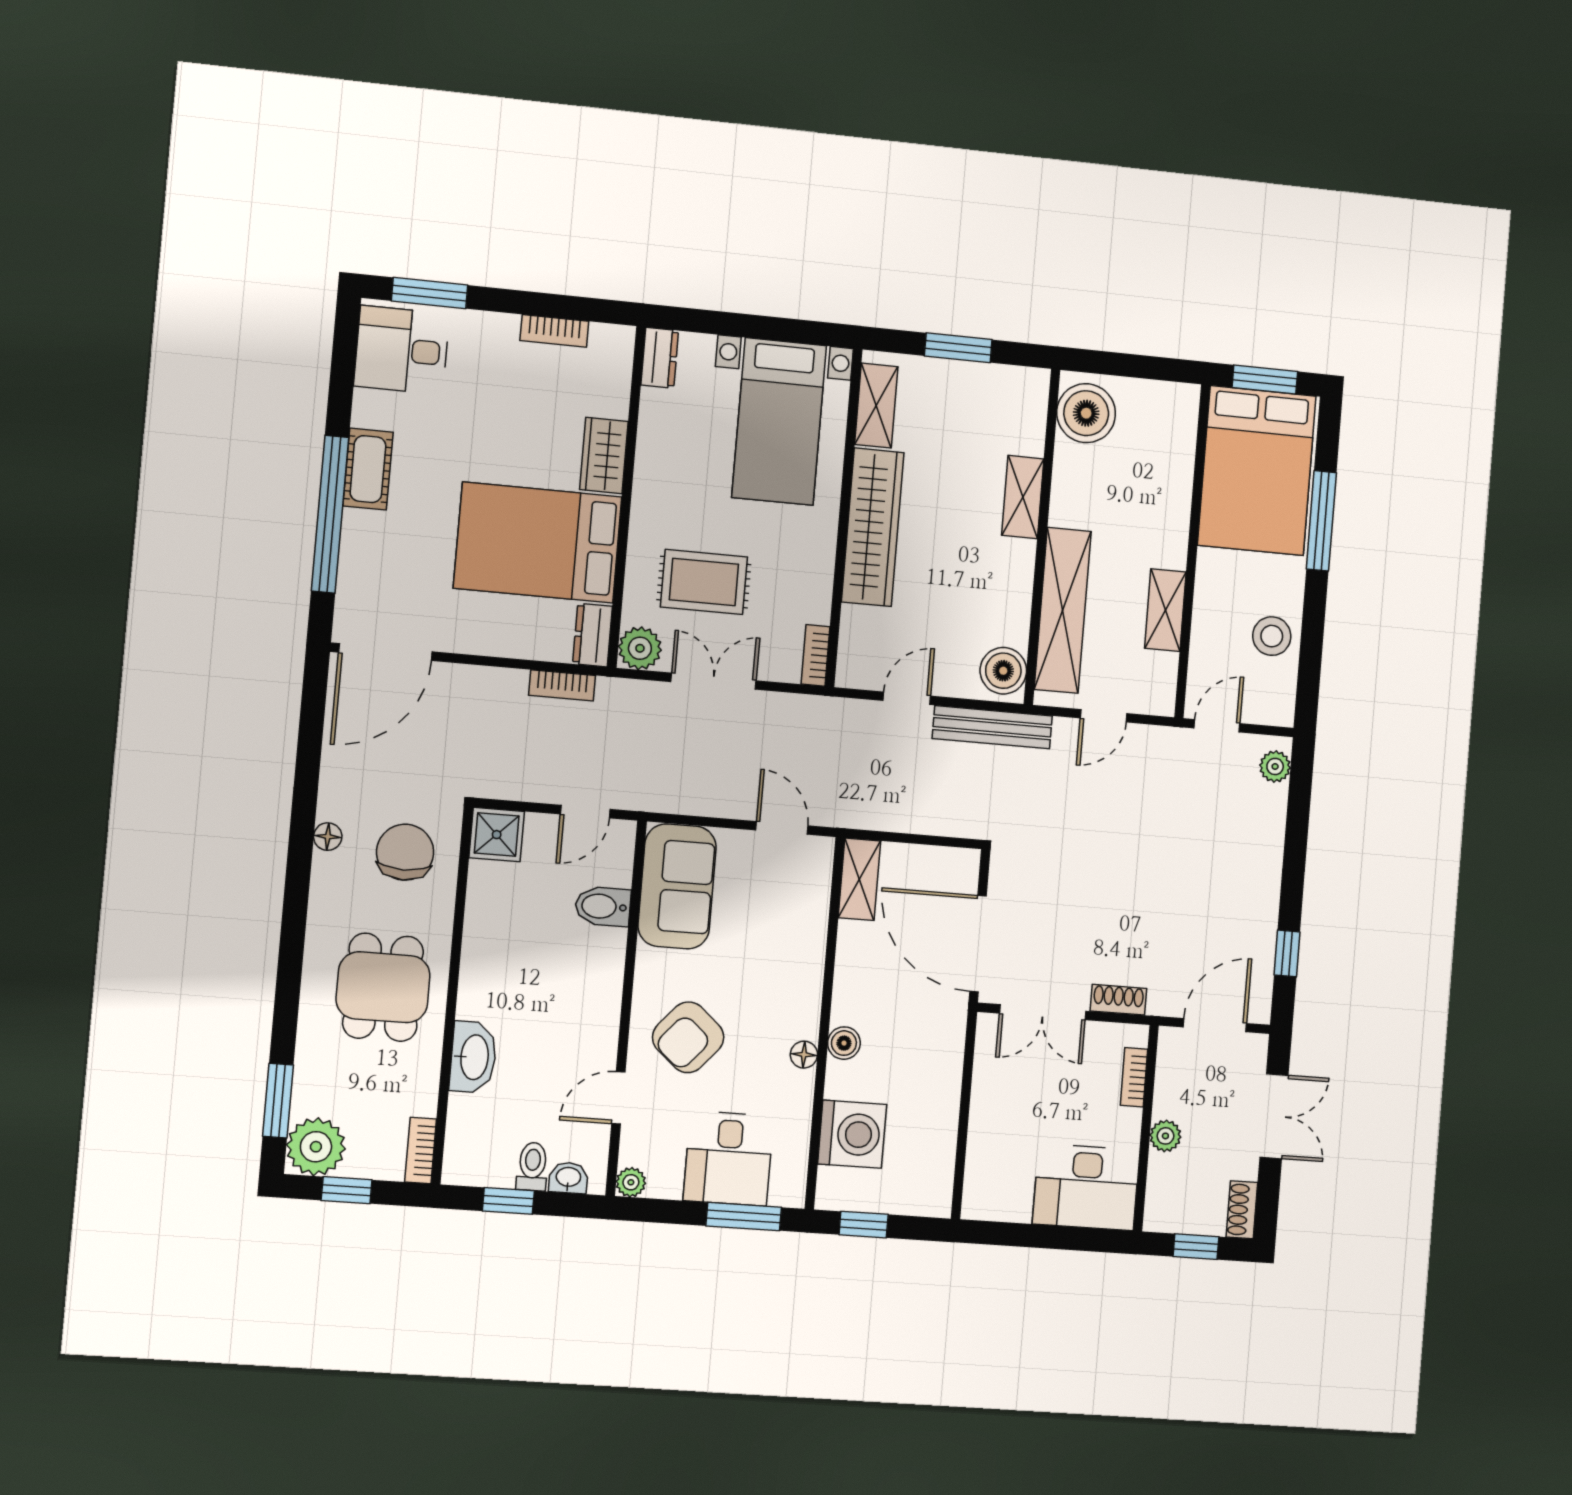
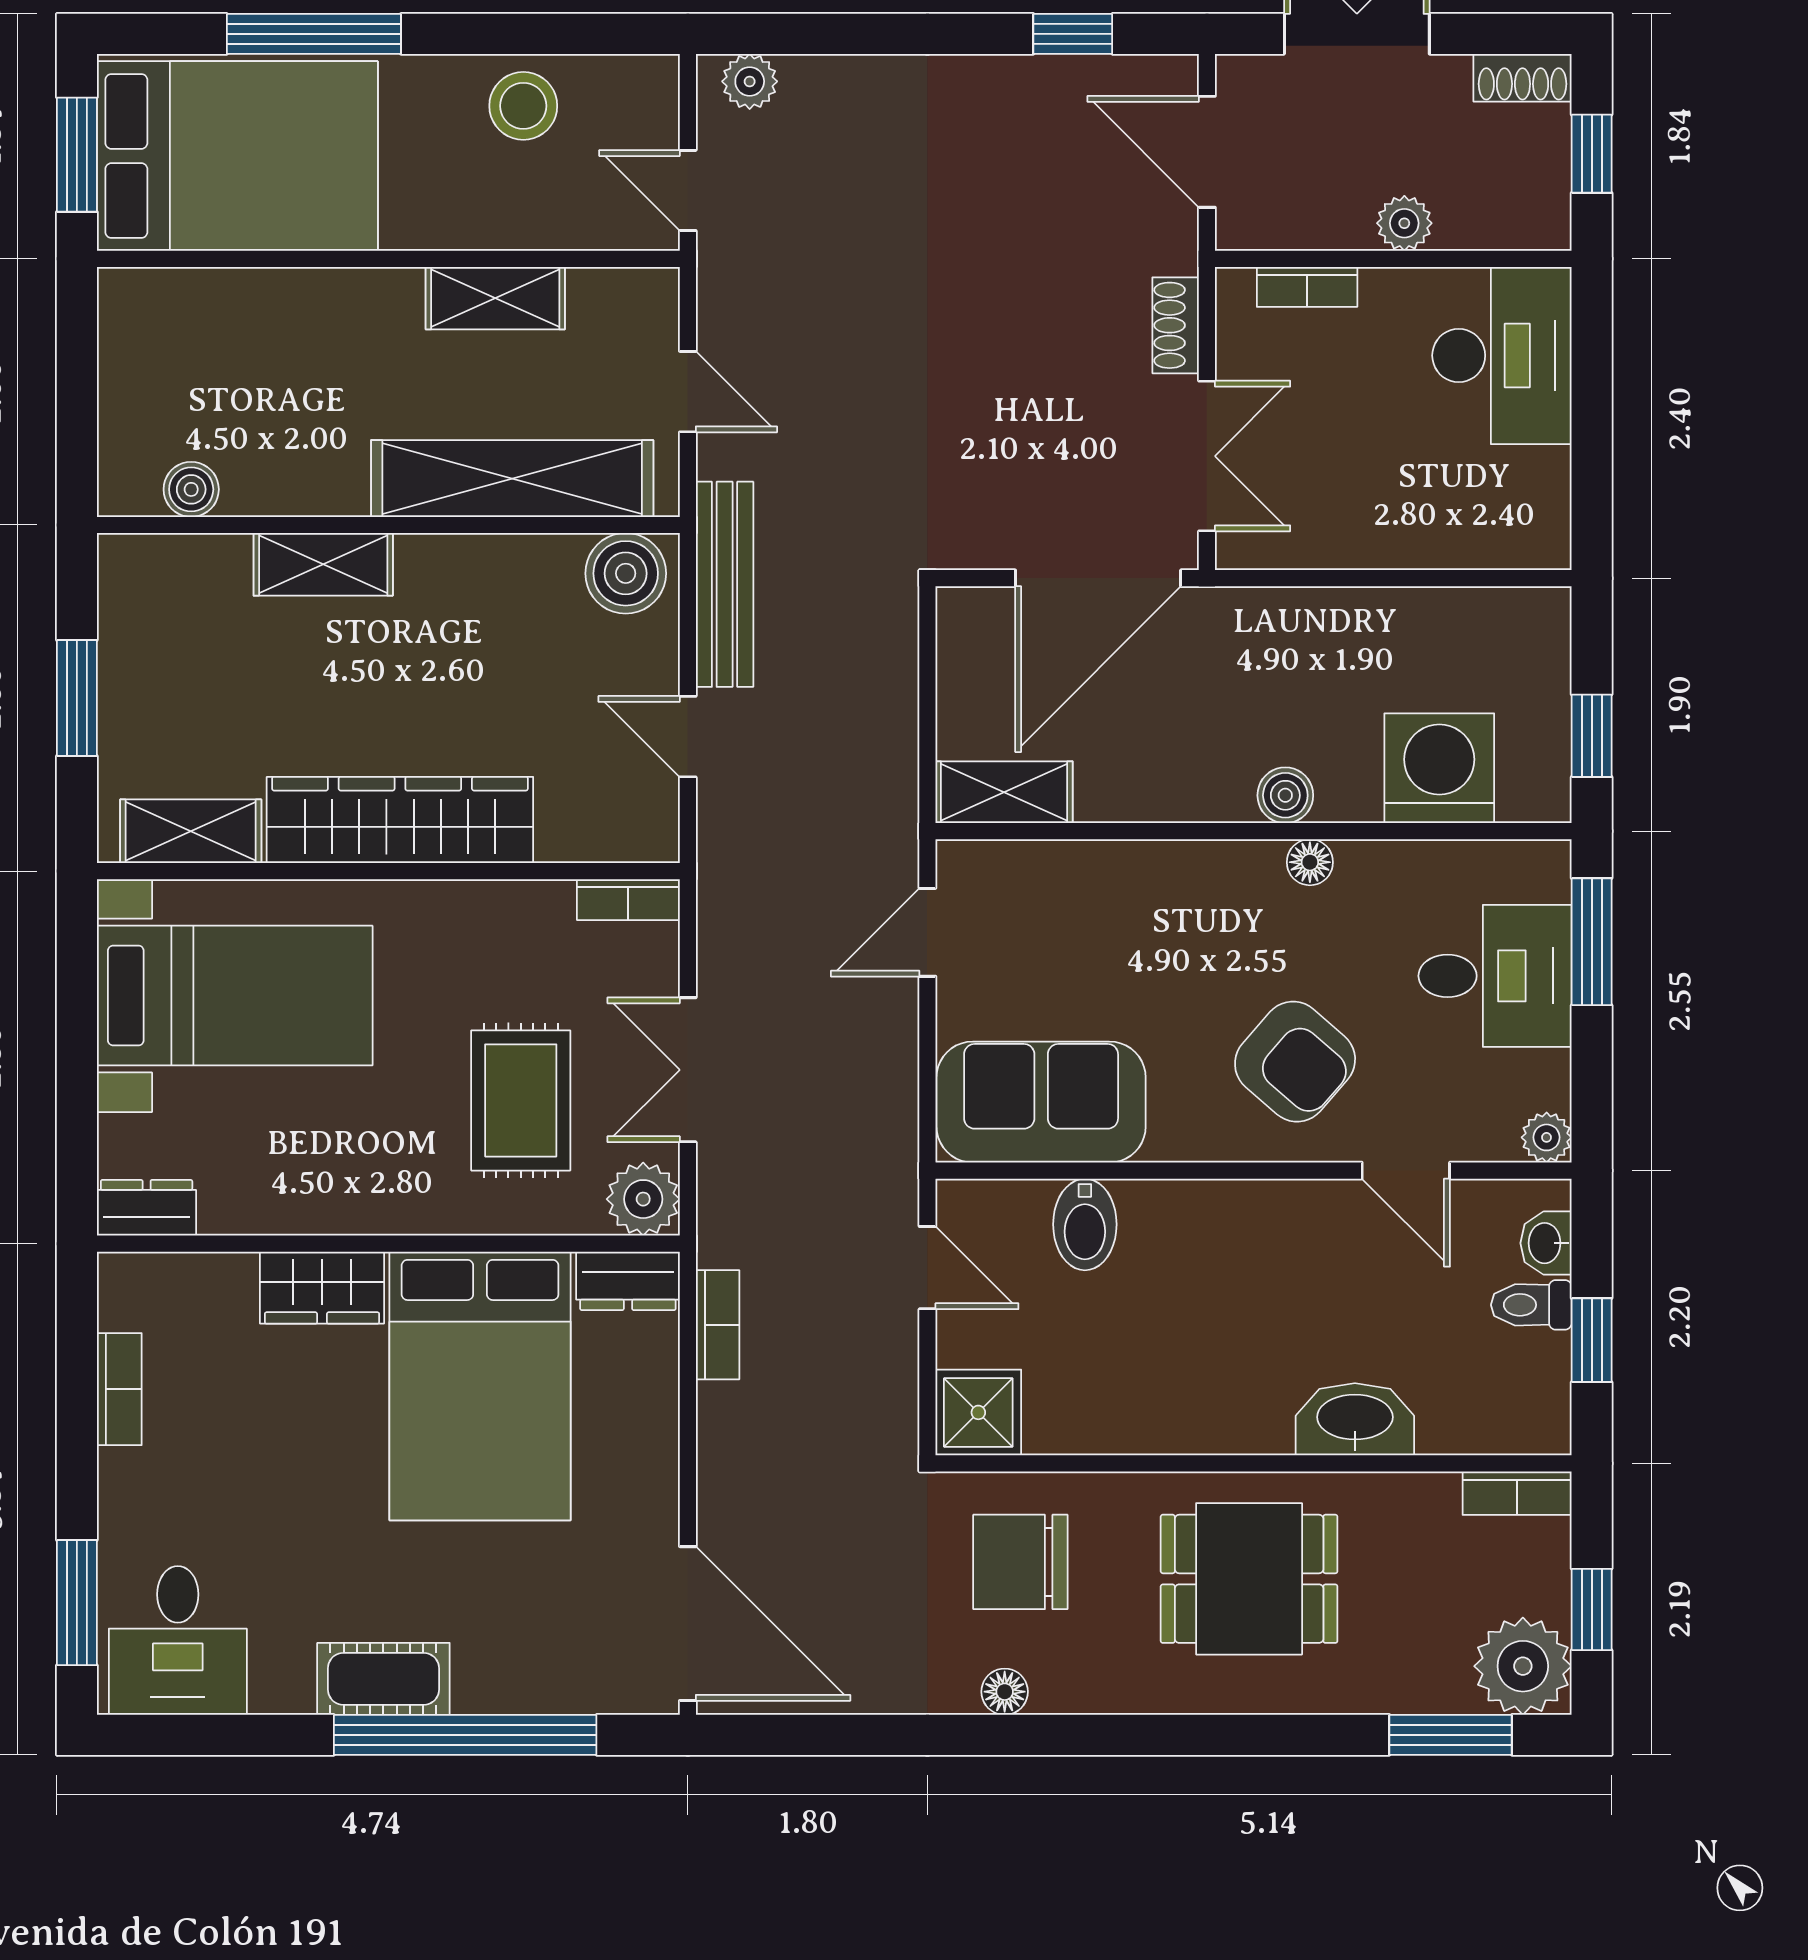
boiler: (1086, 413) -> (191, 489), width x0.54, depth x0.54

